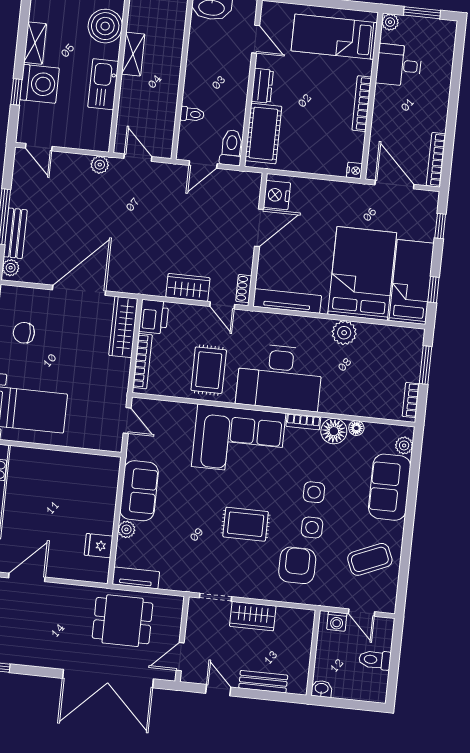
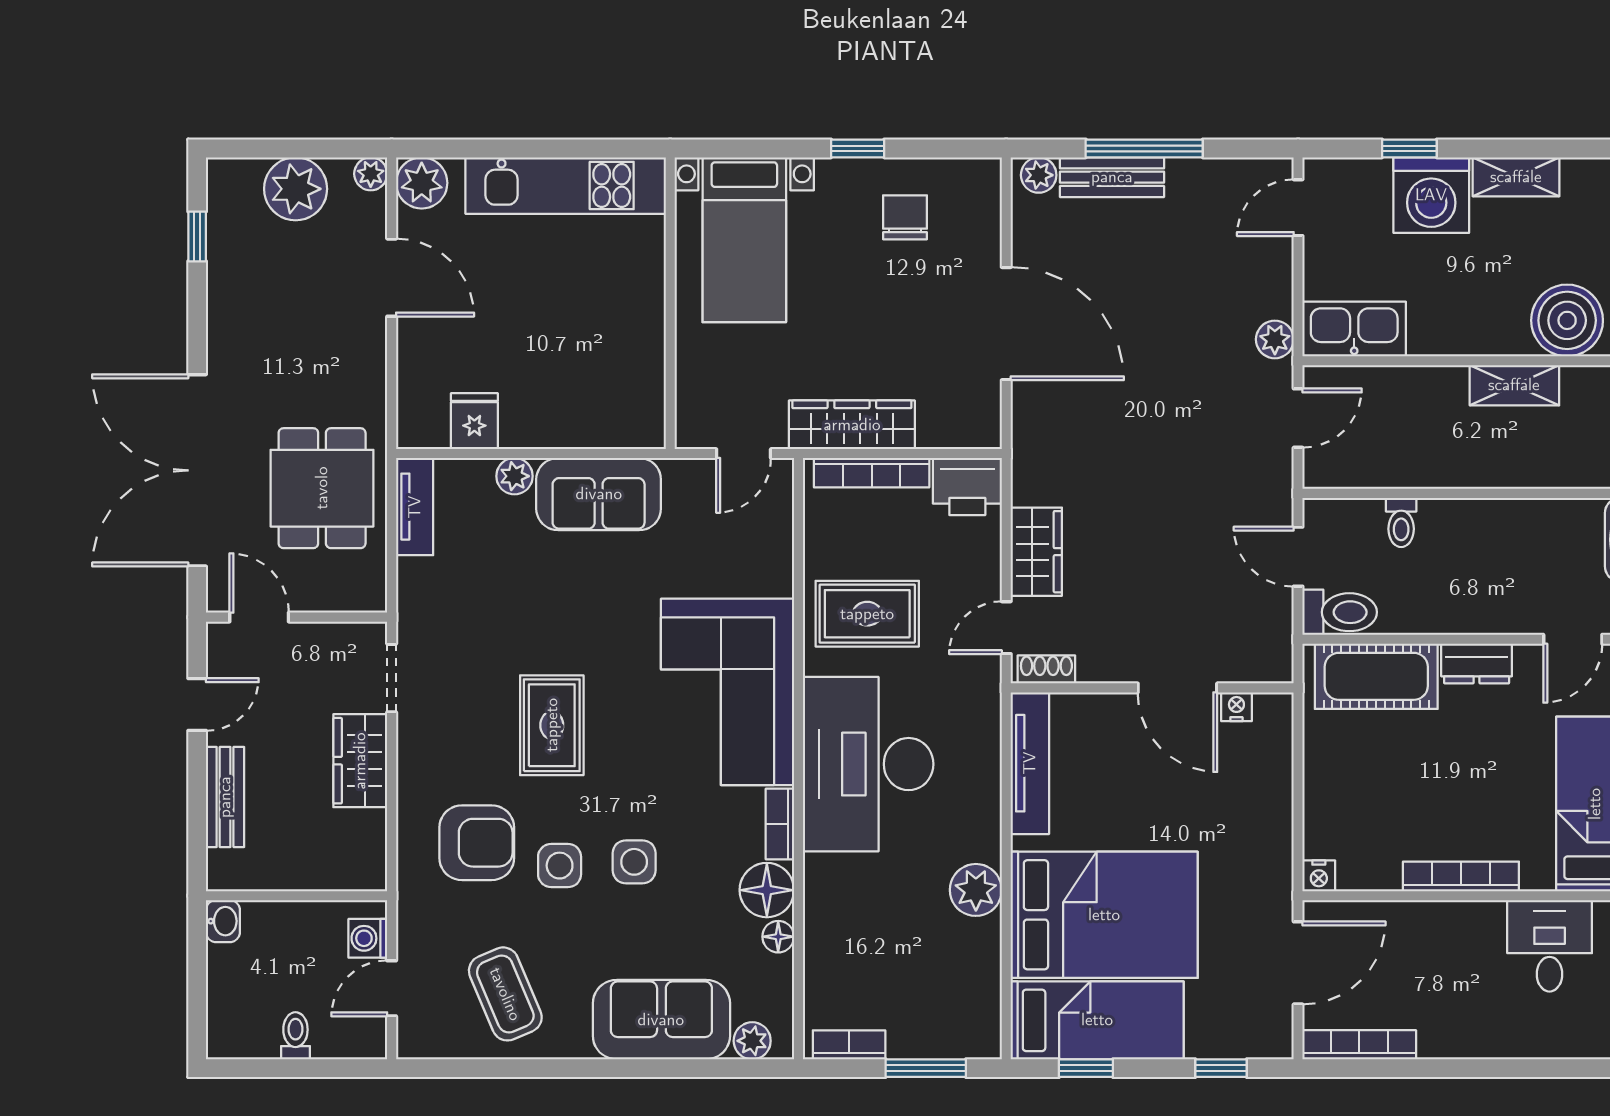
kitchen sink: (103, 84) -> (1354, 329), moved
nightstand: (277, 195) -> (1236, 707), width x0.53, depth x0.56
wardrobe: (123, 327) -> (852, 425), moved
toilet: (375, 660) -> (295, 1036), width x0.73, depth x0.72

